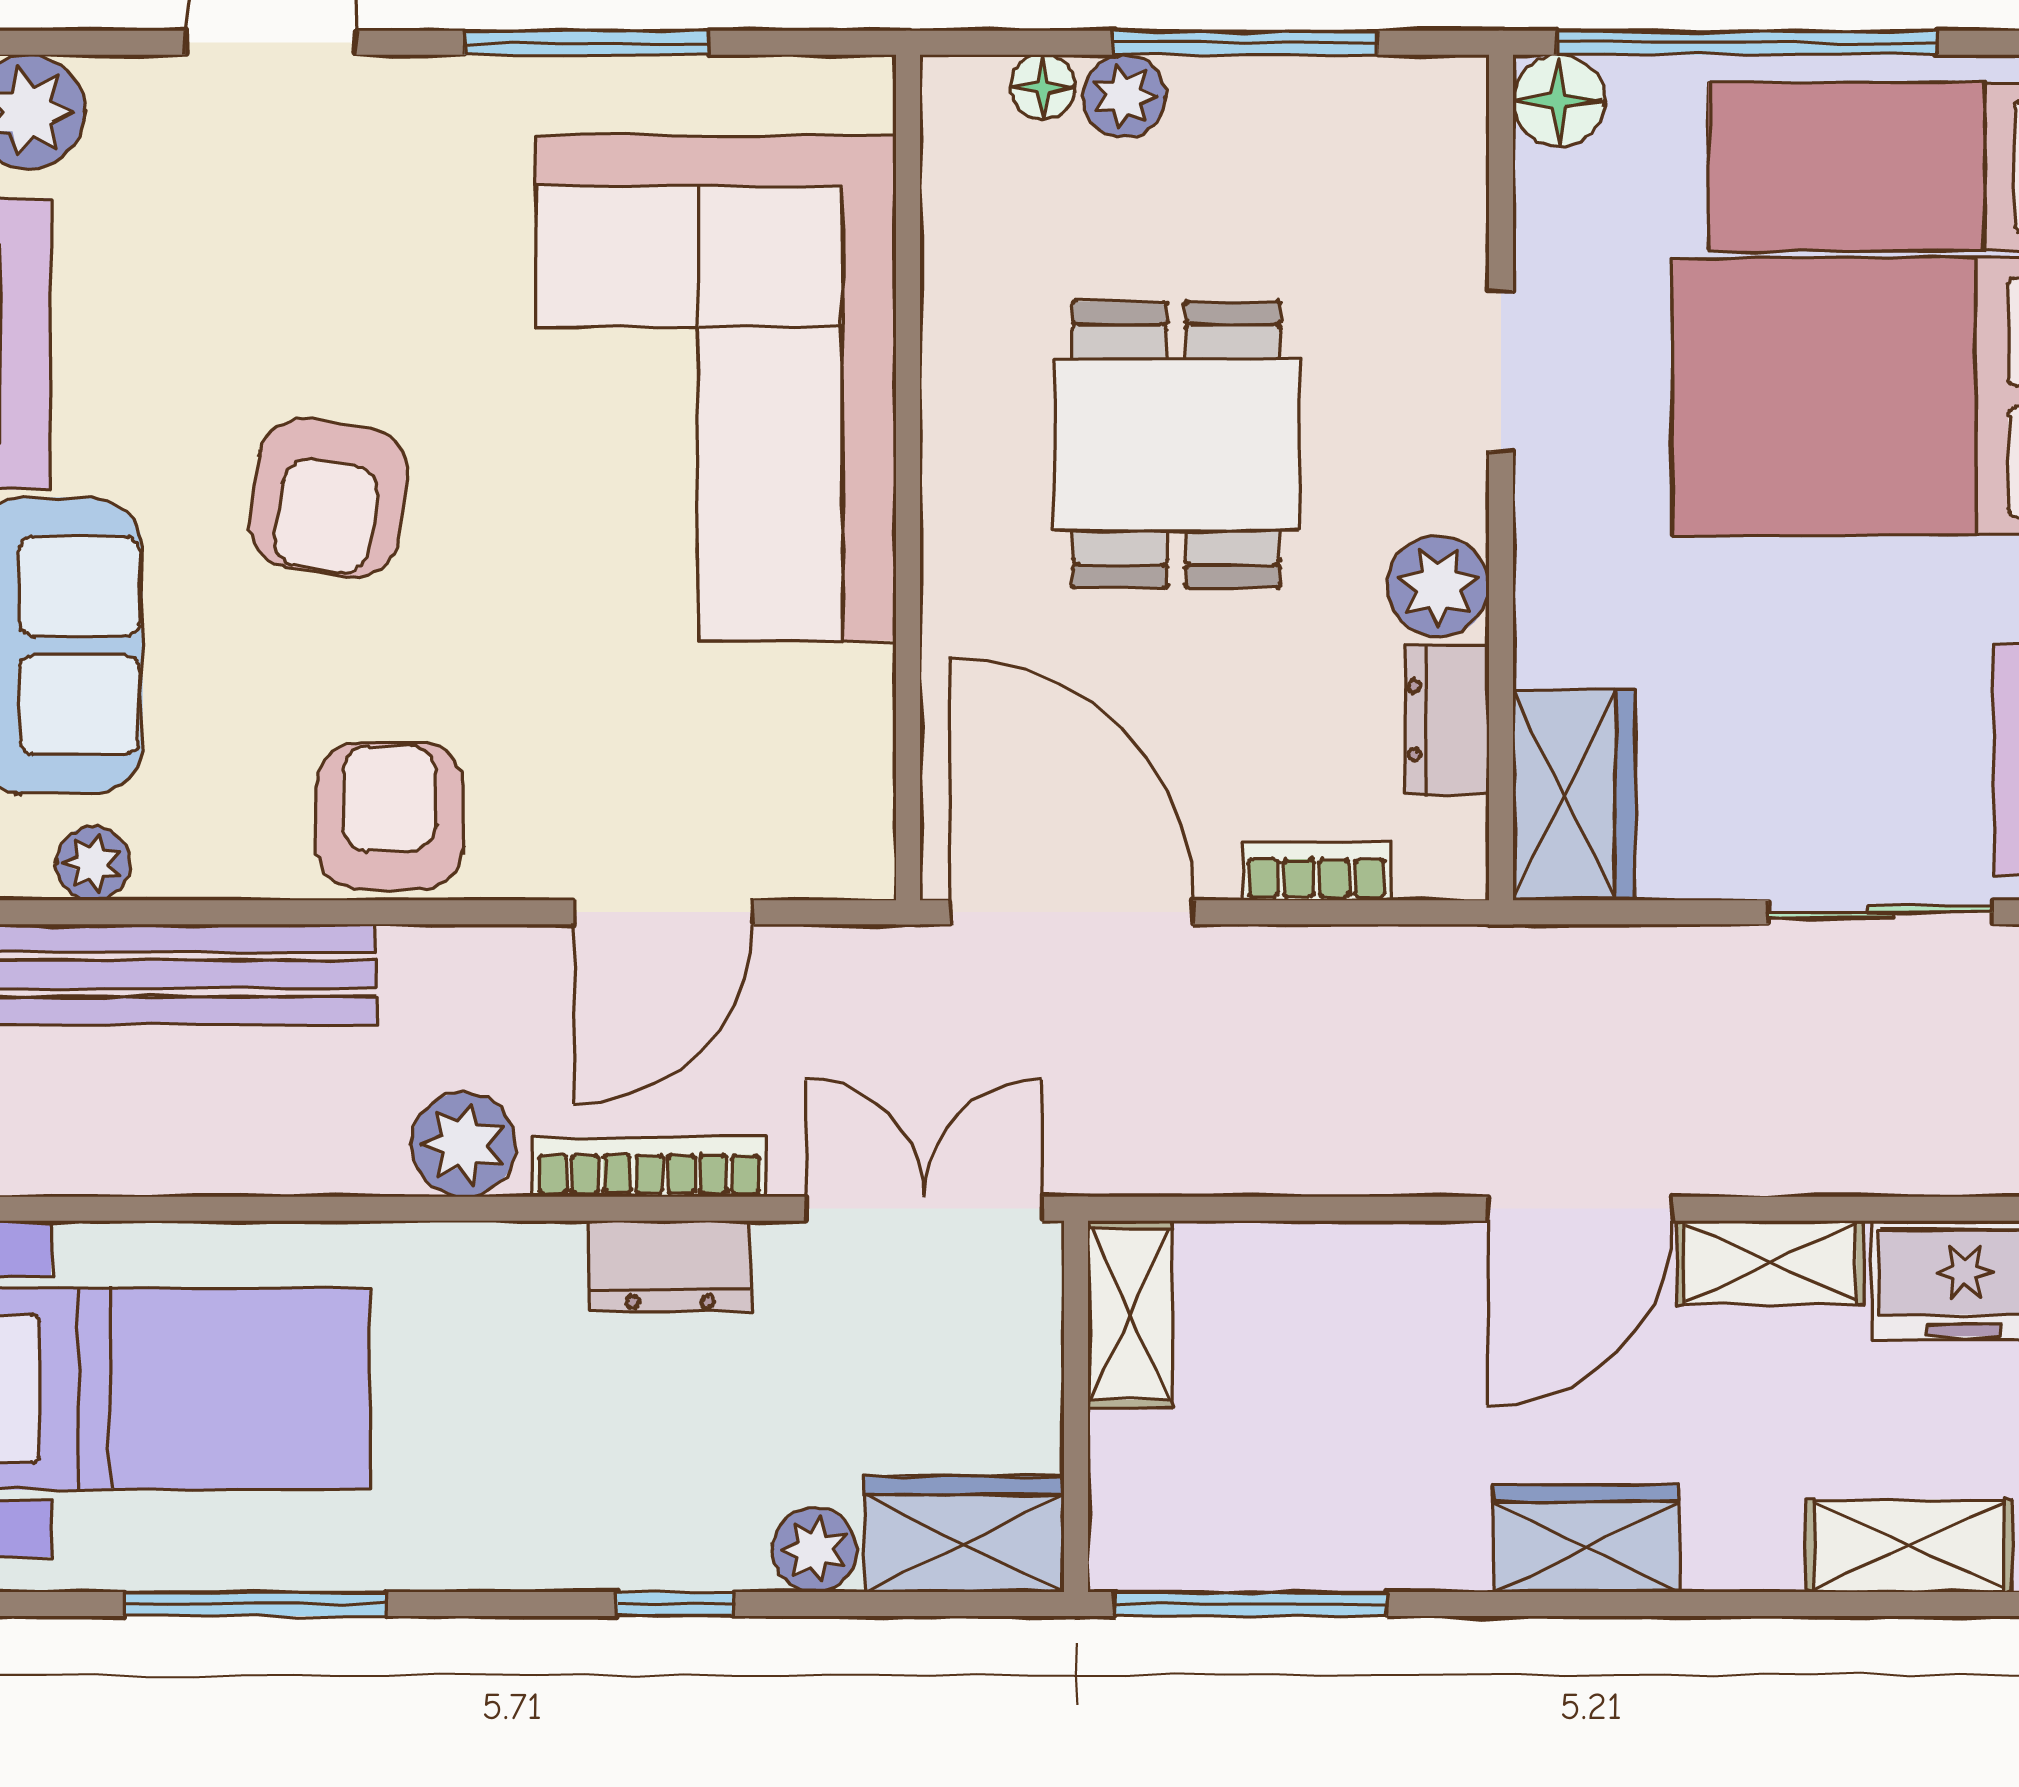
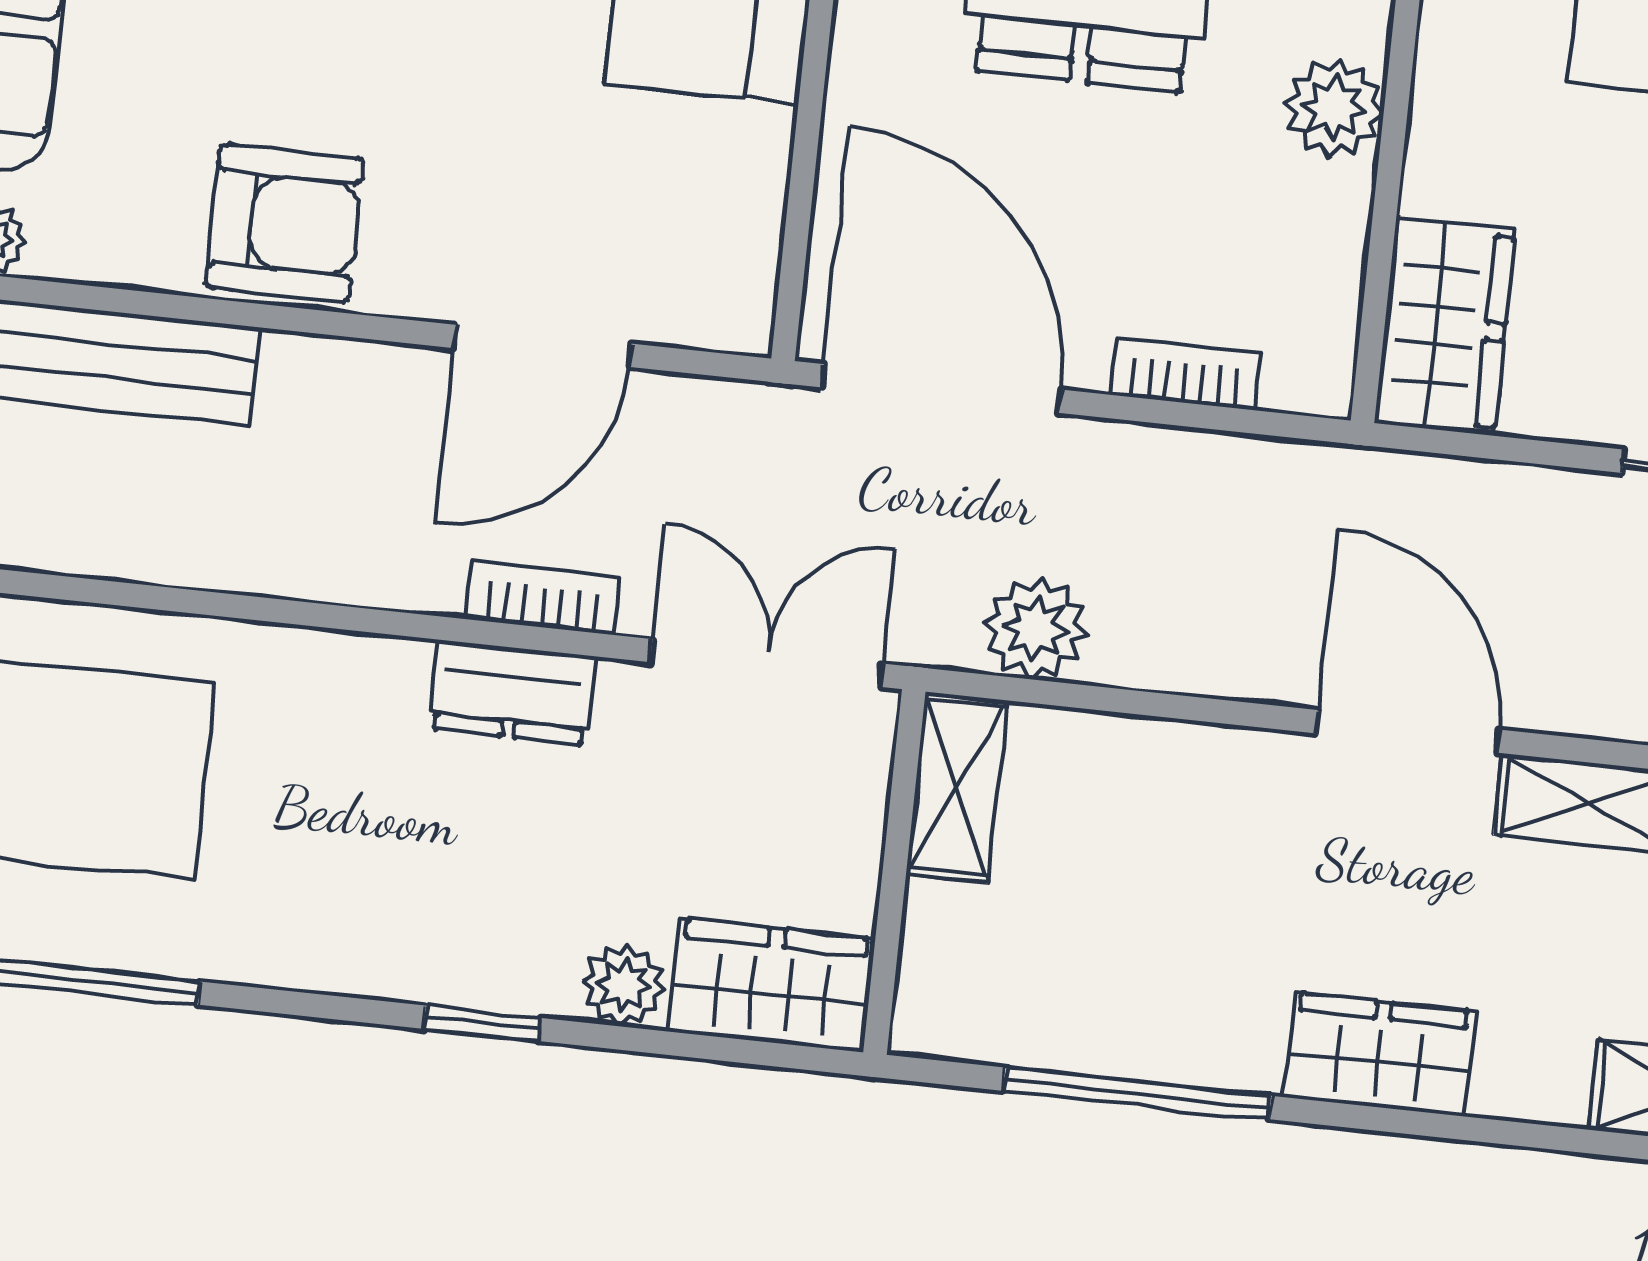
dresser: (1447, 720) -> (1329, 240), removed
armchair: (389, 816) -> (285, 223), turned 90
plant: (464, 1145) -> (1036, 628), moved
bookcase: (649, 1167) -> (543, 598), width x0.64
door: (1580, 1209) -> (1408, 731), swing flipped
window: (1250, 1604) -> (1137, 1093), moved

